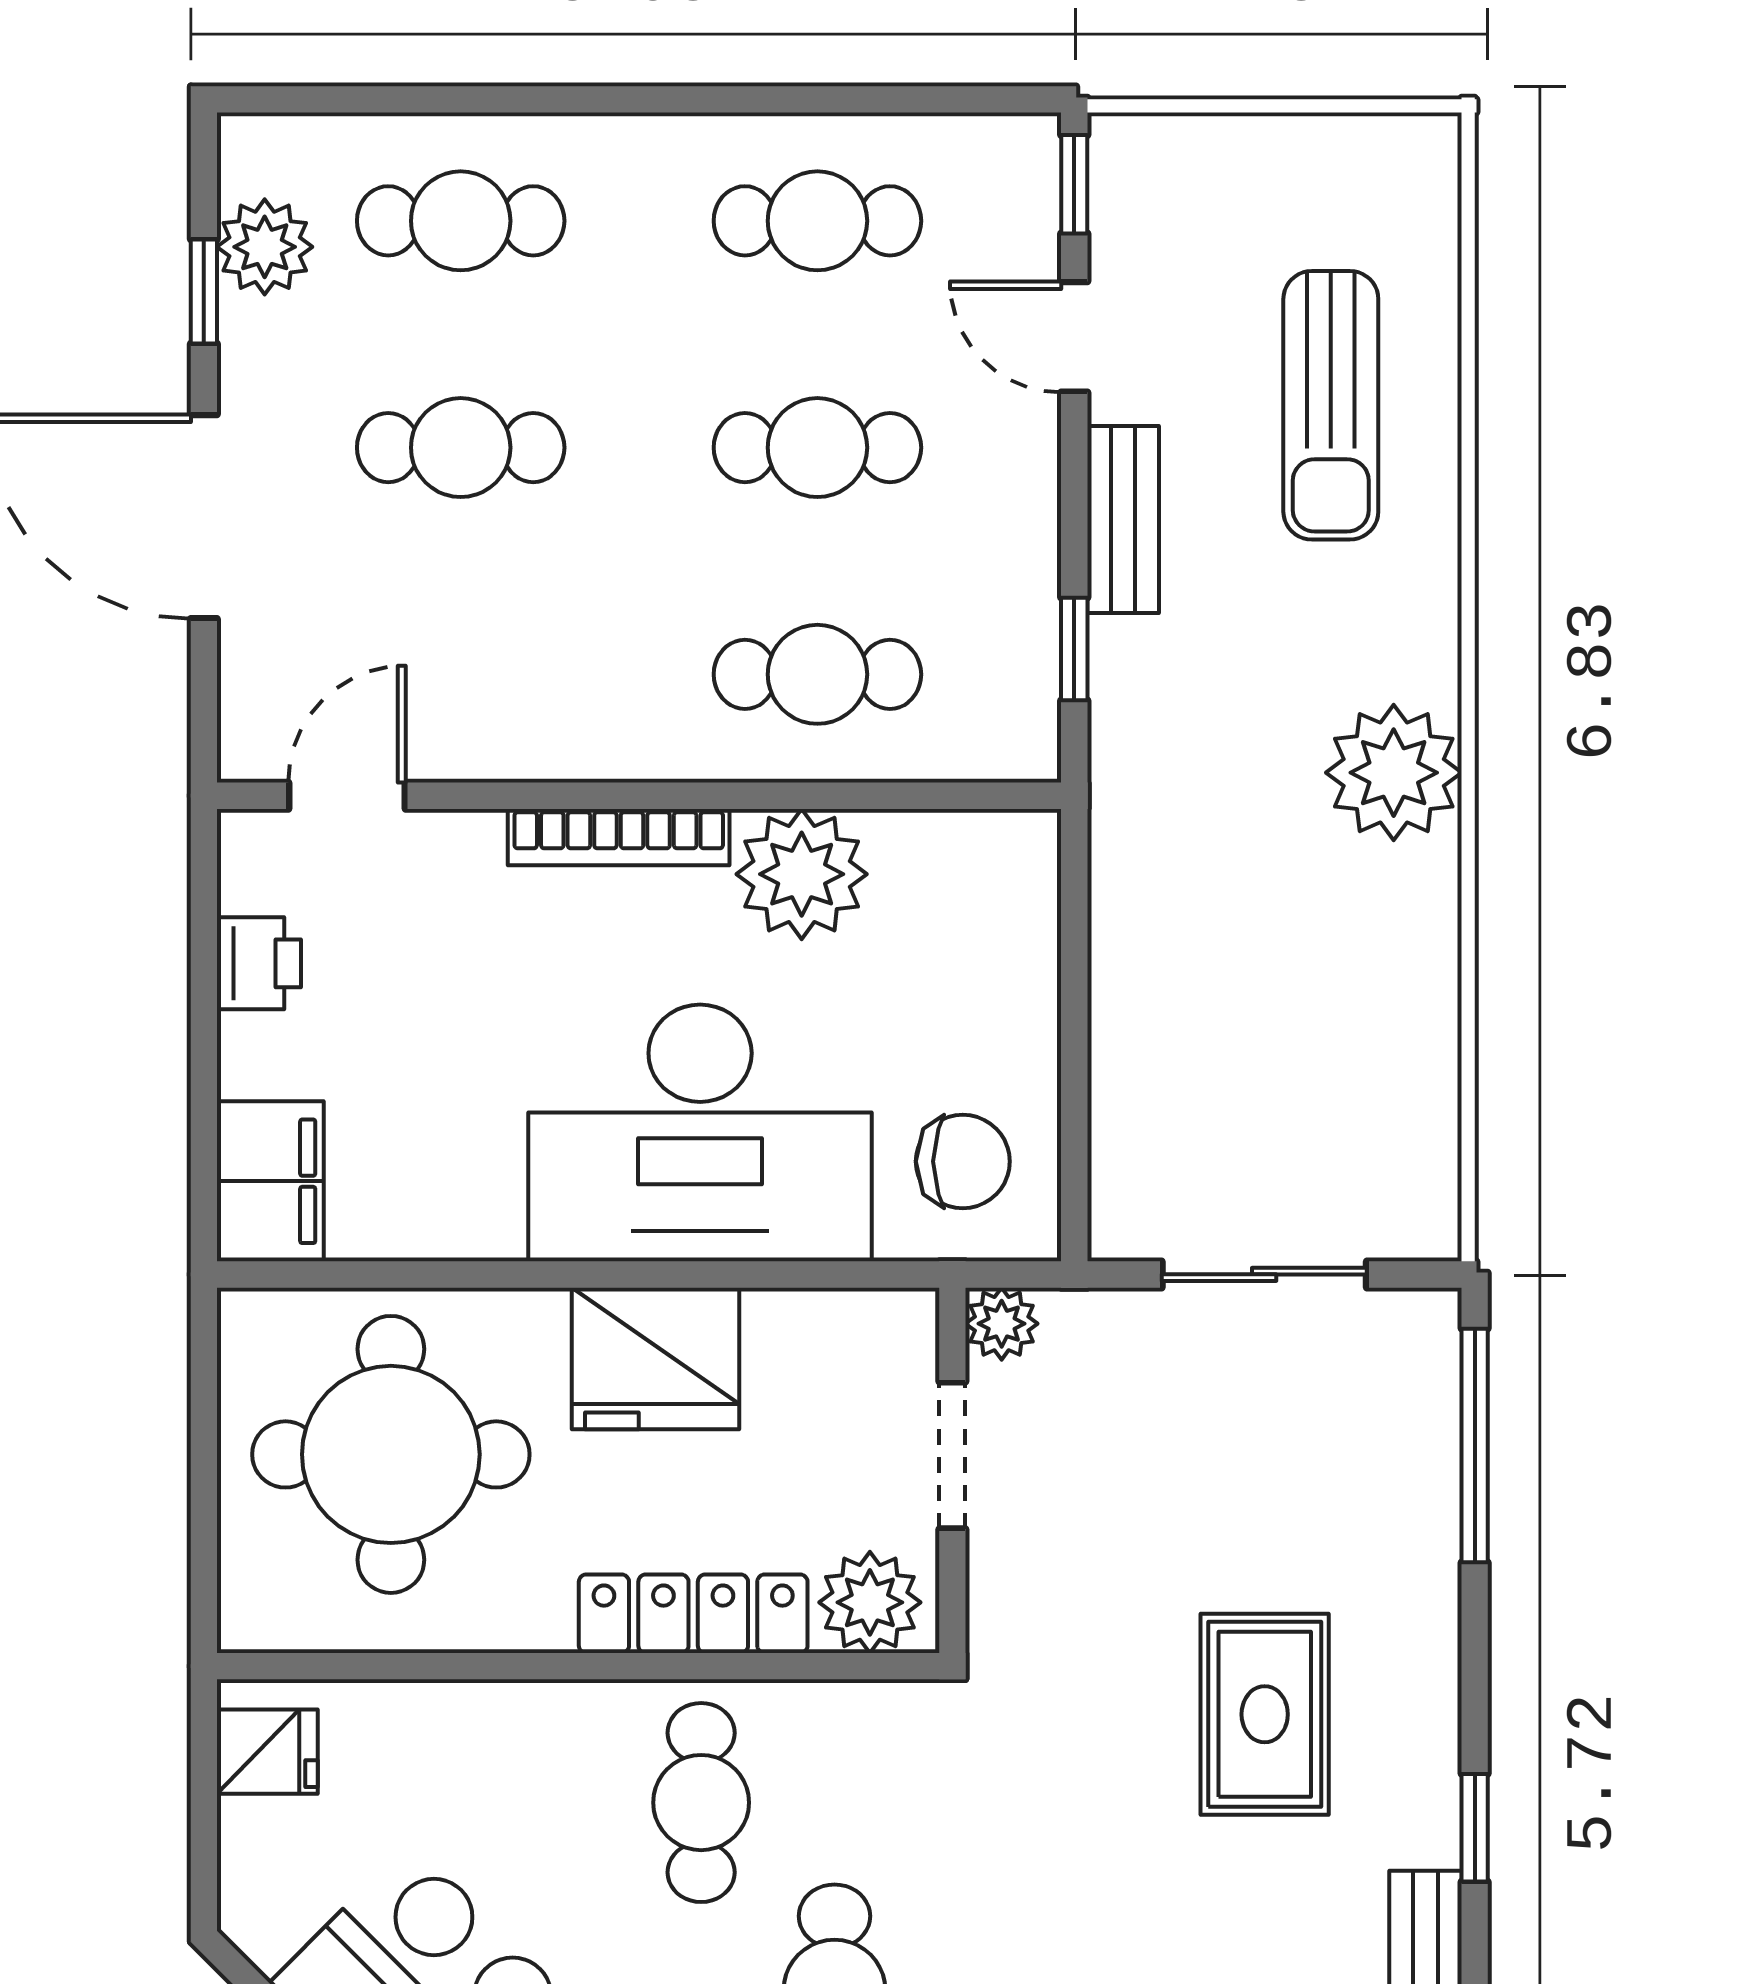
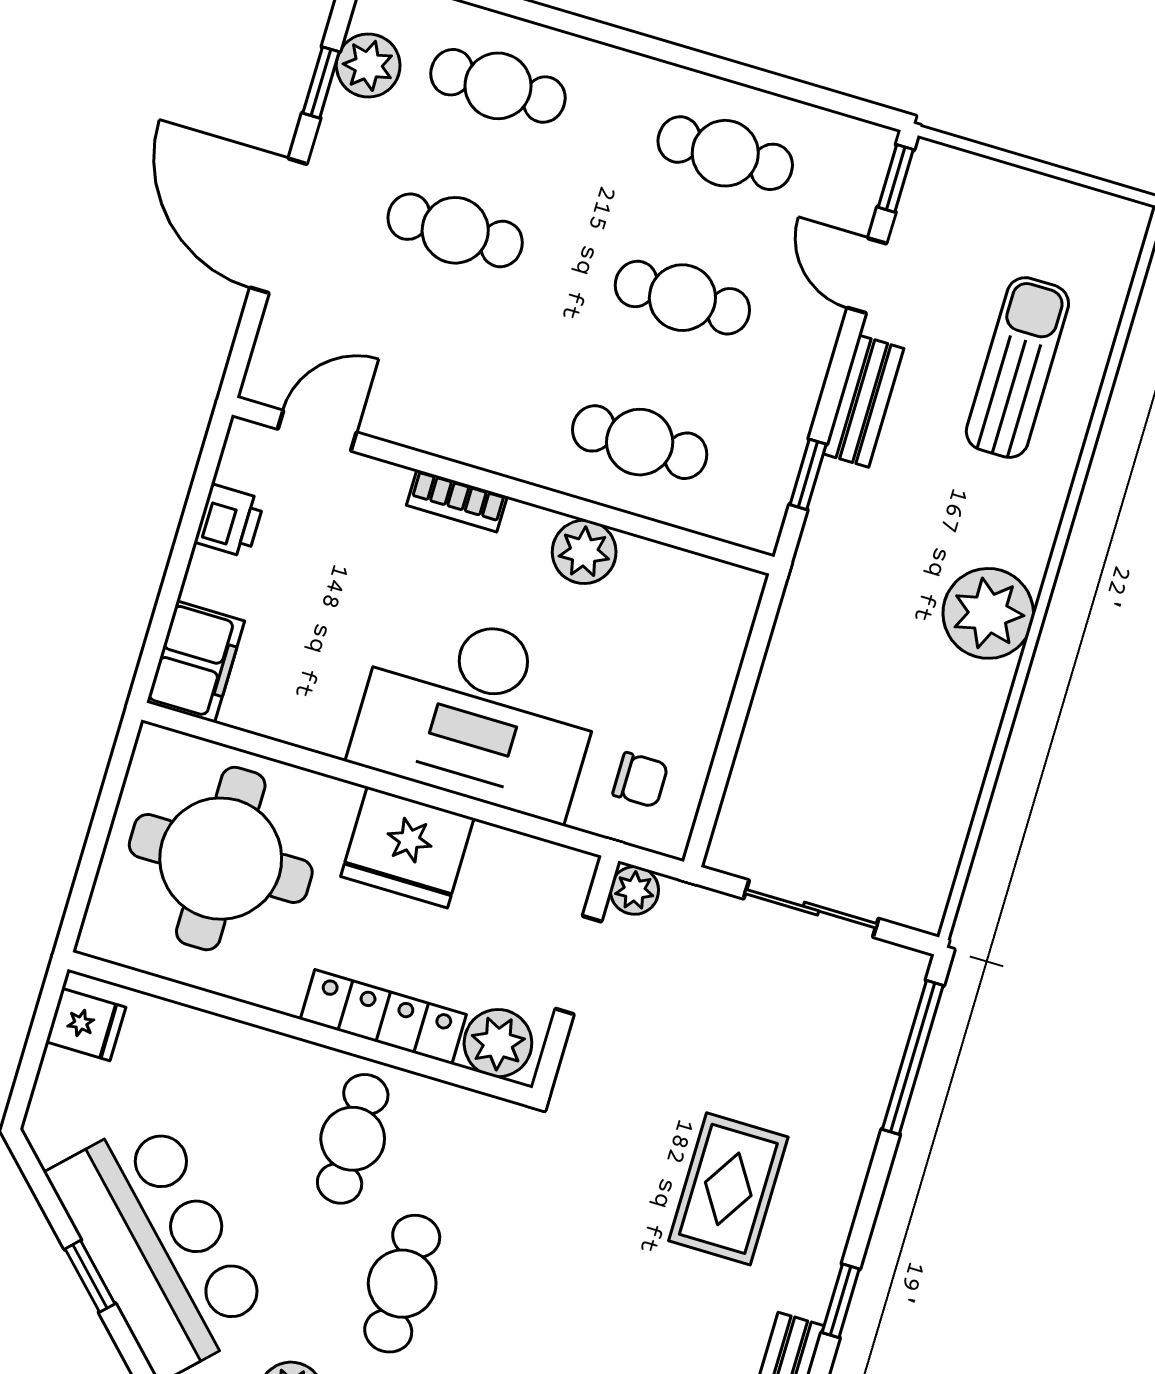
sun lounger: (1331, 405) -> (1017, 368), turned 180
bookcase: (619, 837) -> (457, 501), width x0.64
plant: (802, 874) -> (584, 552), width x0.73, depth x0.73
chair: (963, 1161) -> (640, 780), width x0.73, depth x0.73

